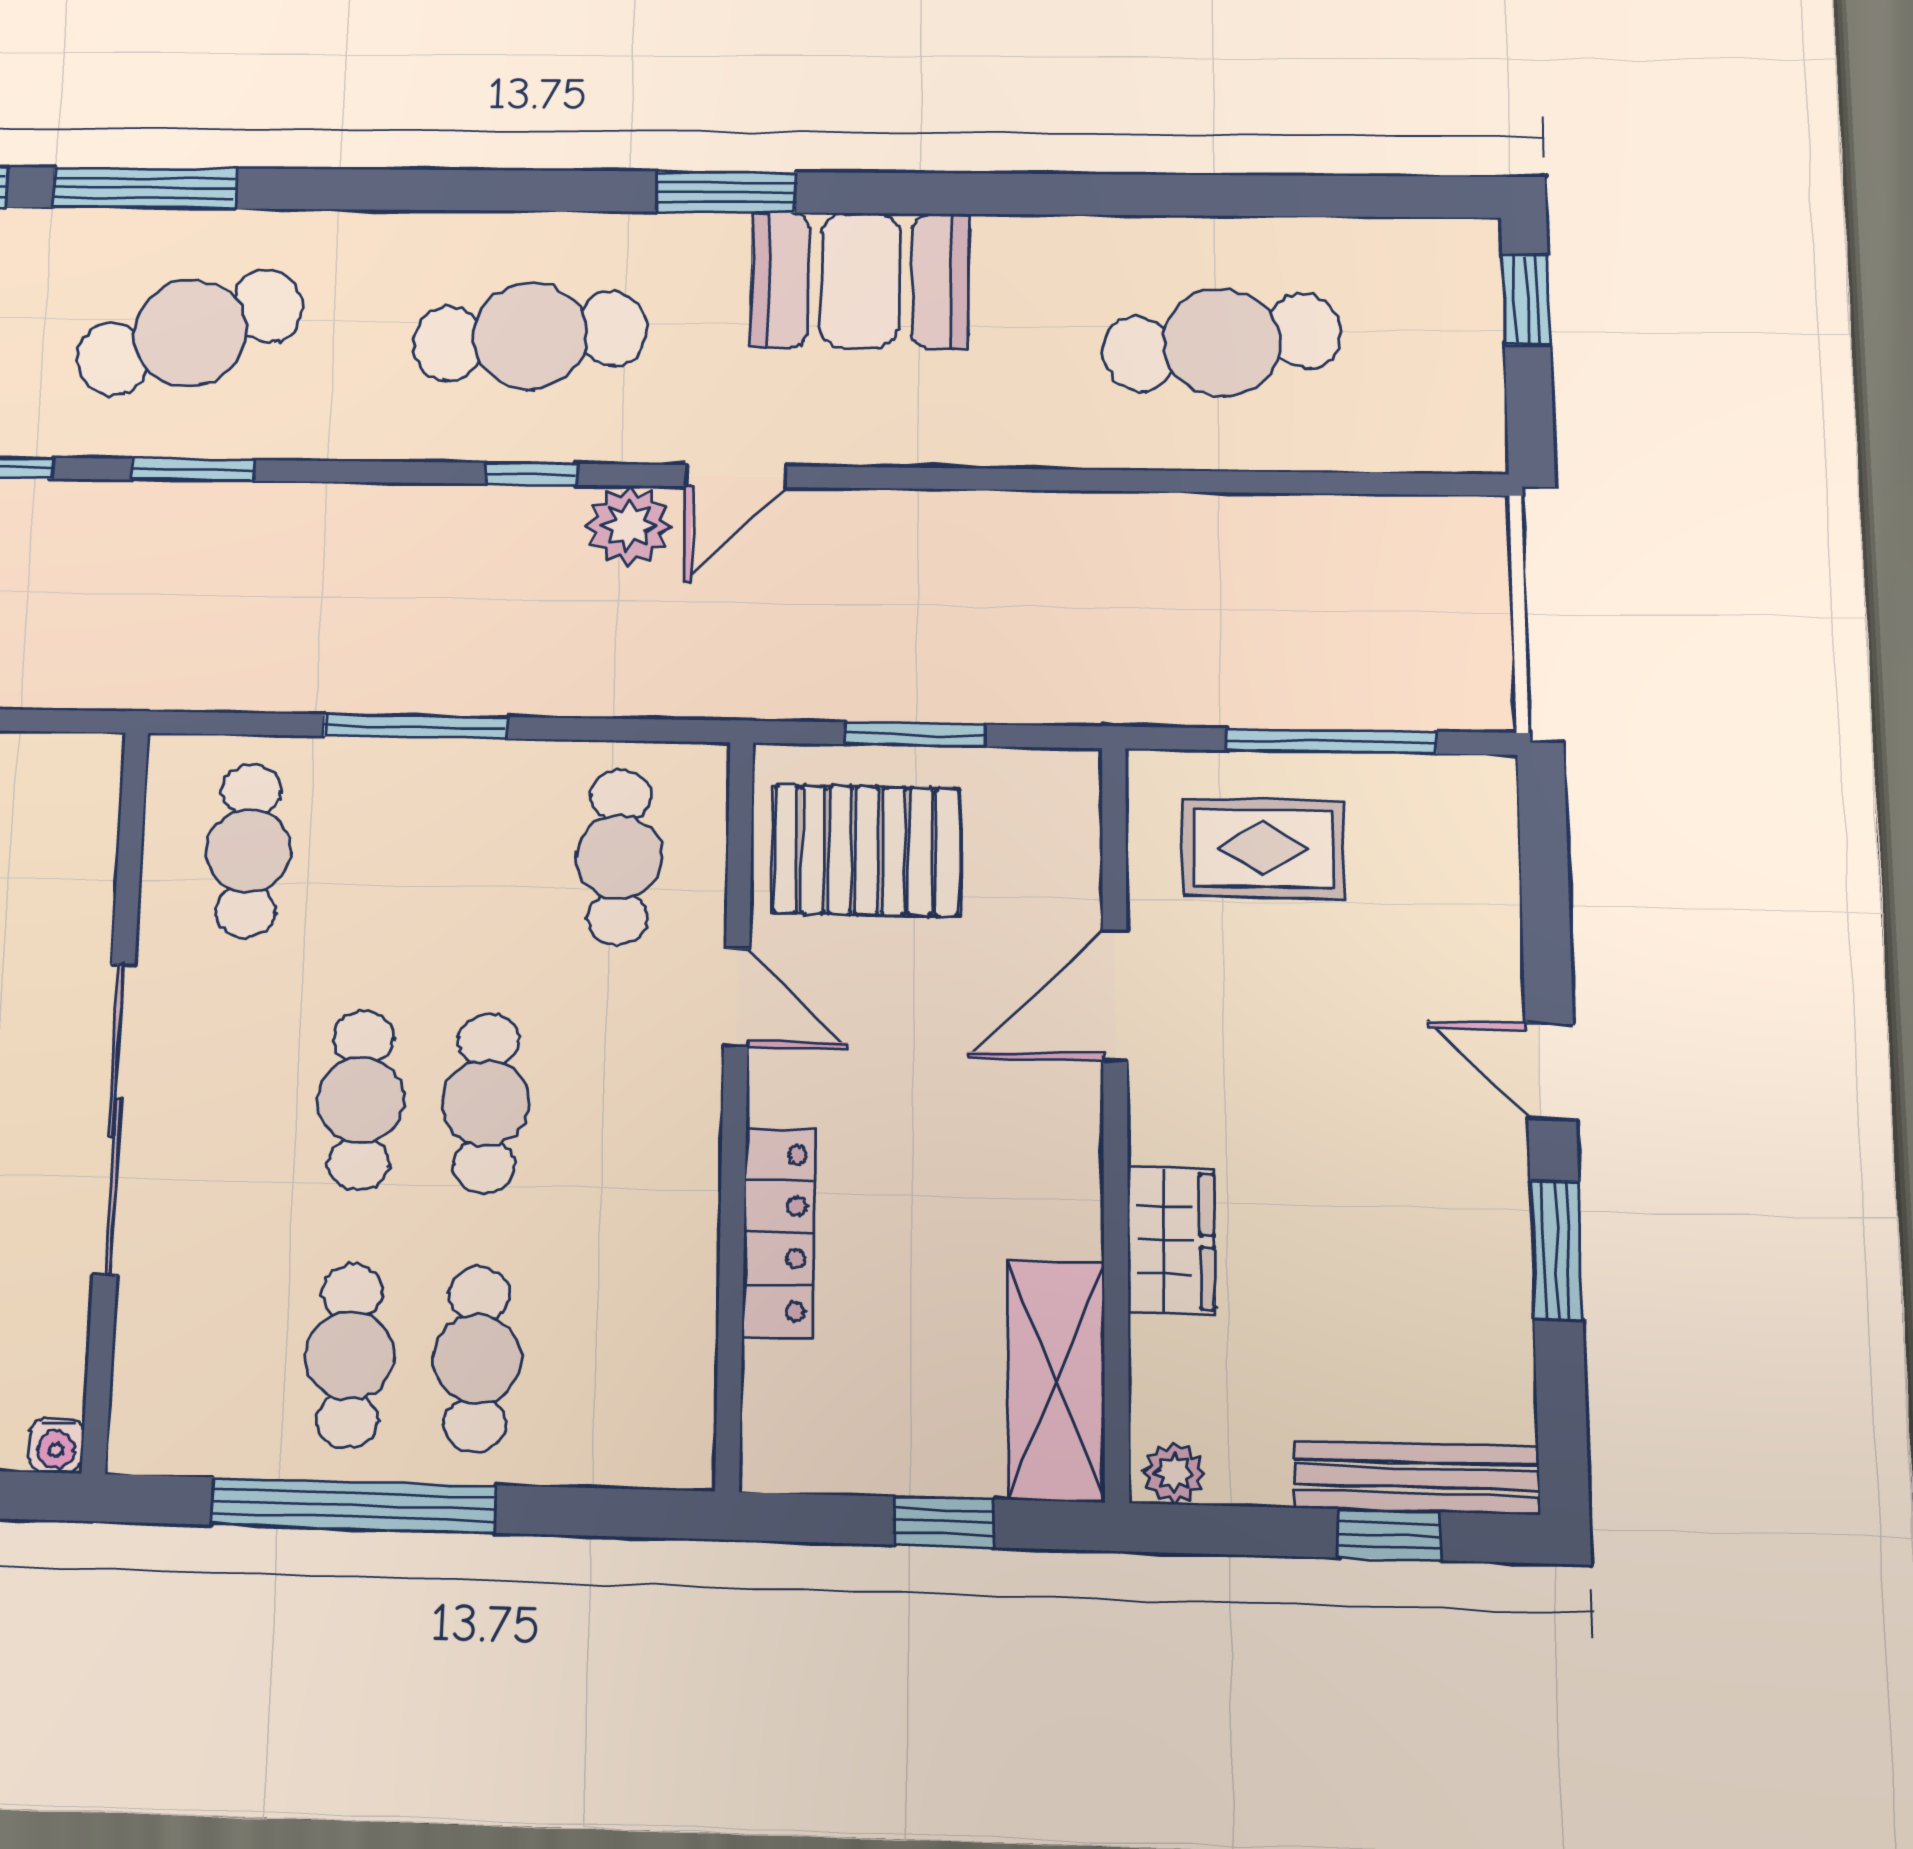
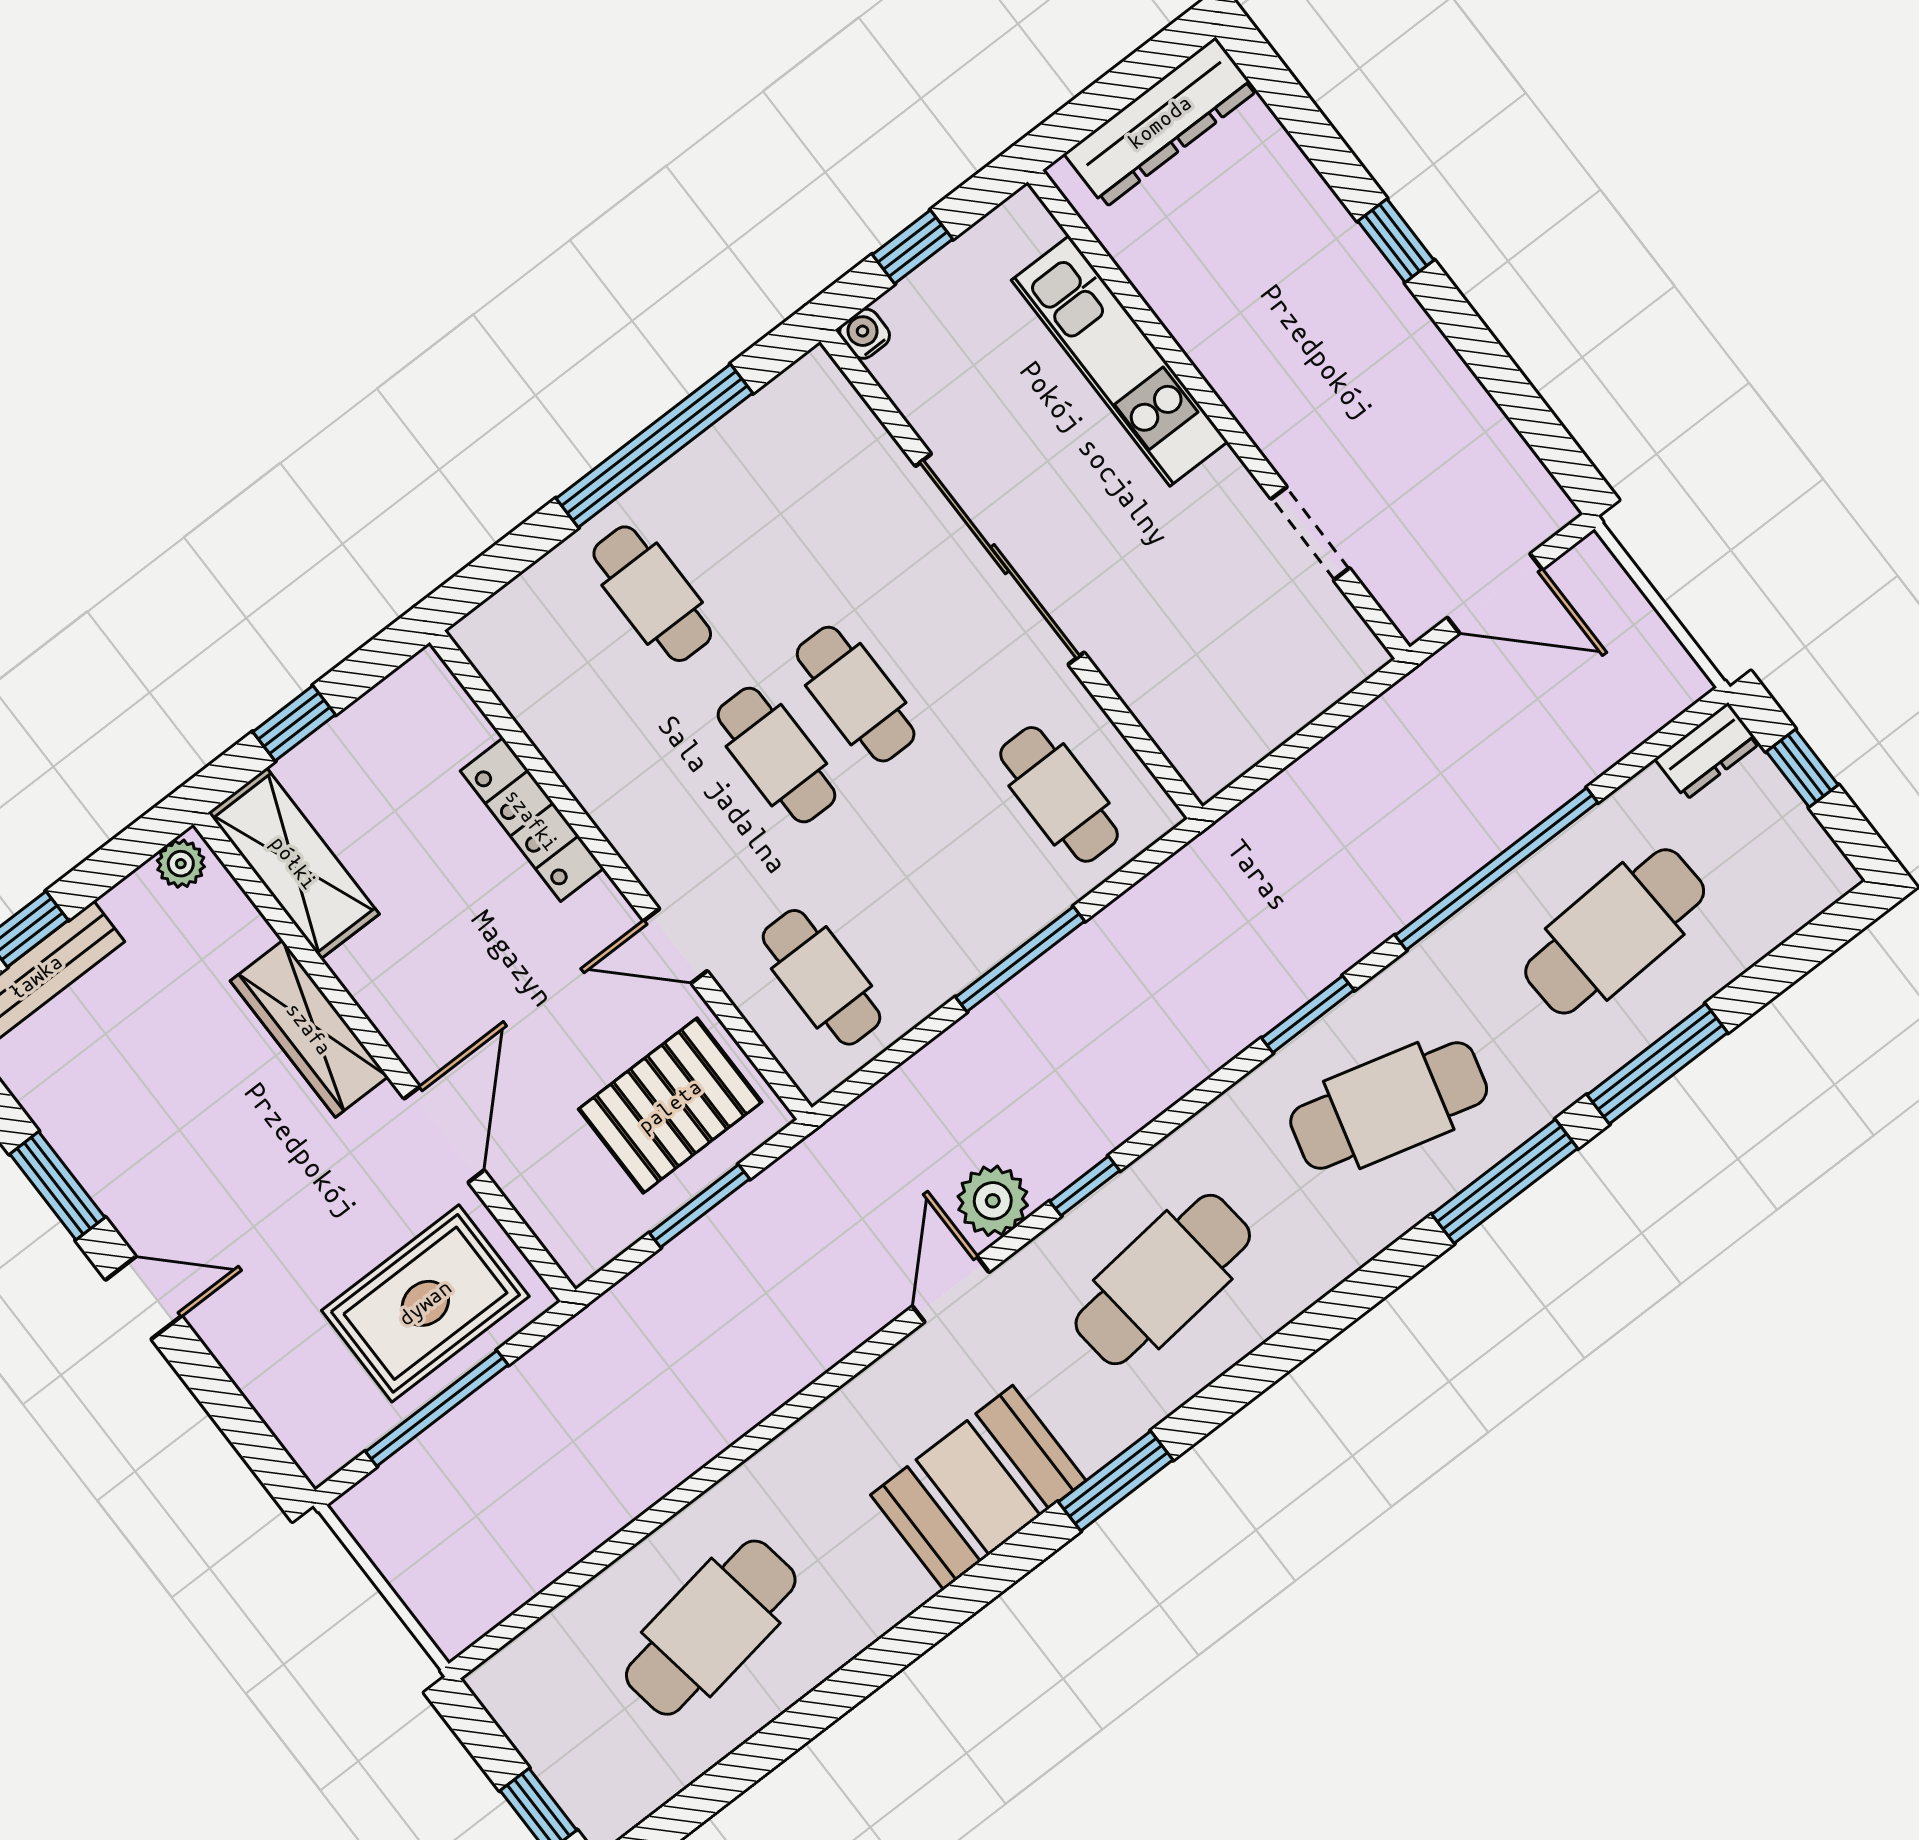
cafe table: (190, 333) -> (1389, 1105), turned 36
rug: (1263, 848) -> (425, 1303), width x1.36, depth x1.43
wardrobe: (1171, 1240) -> (309, 1029), width x1.50
cafe table: (350, 1356) -> (731, 533), removed

